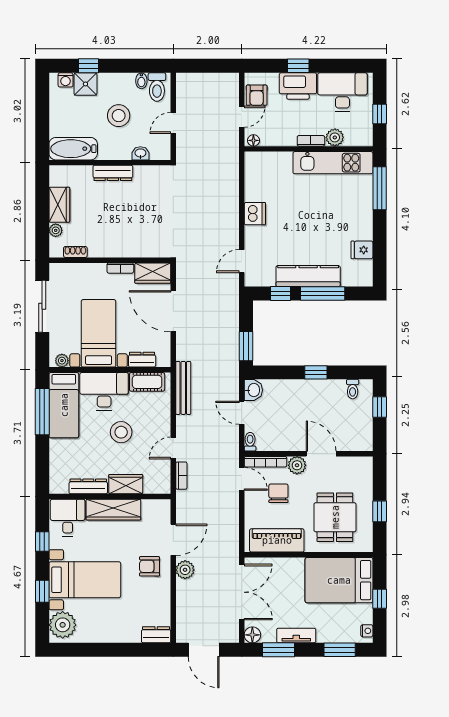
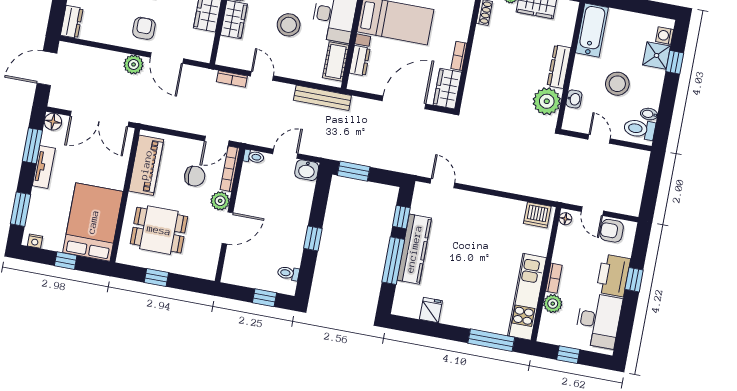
plant: (147, 178) -> (547, 101), added
dishwasher: (255, 214) -> (537, 215), moved

